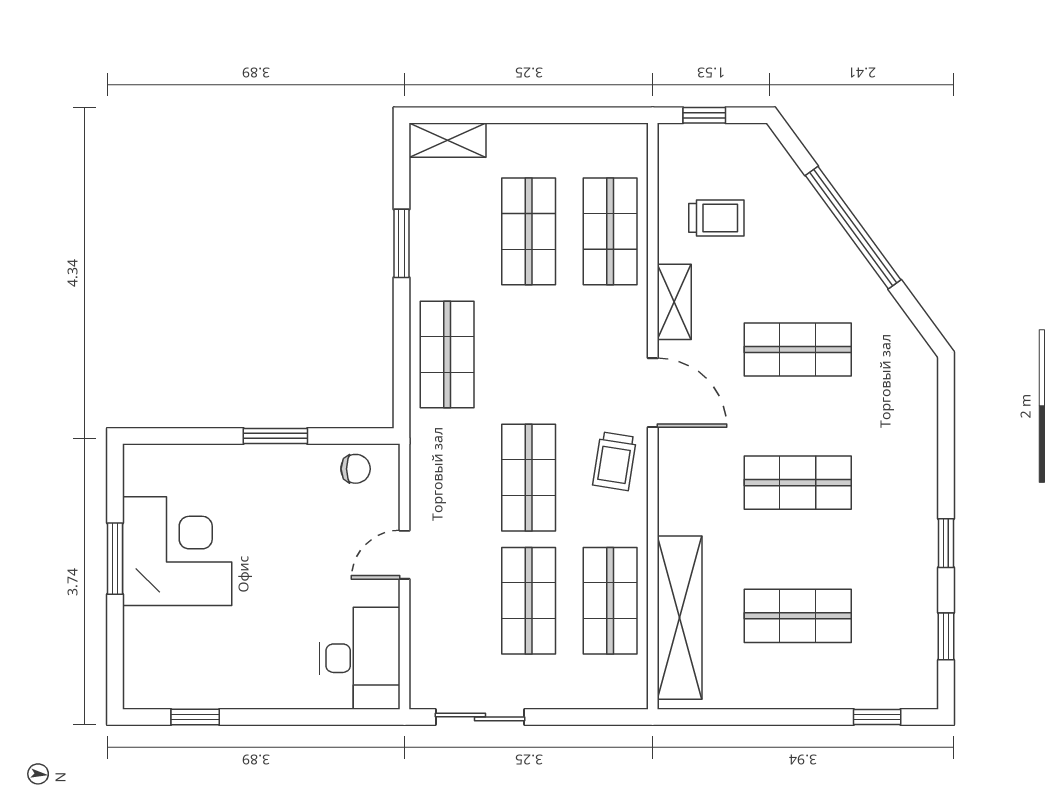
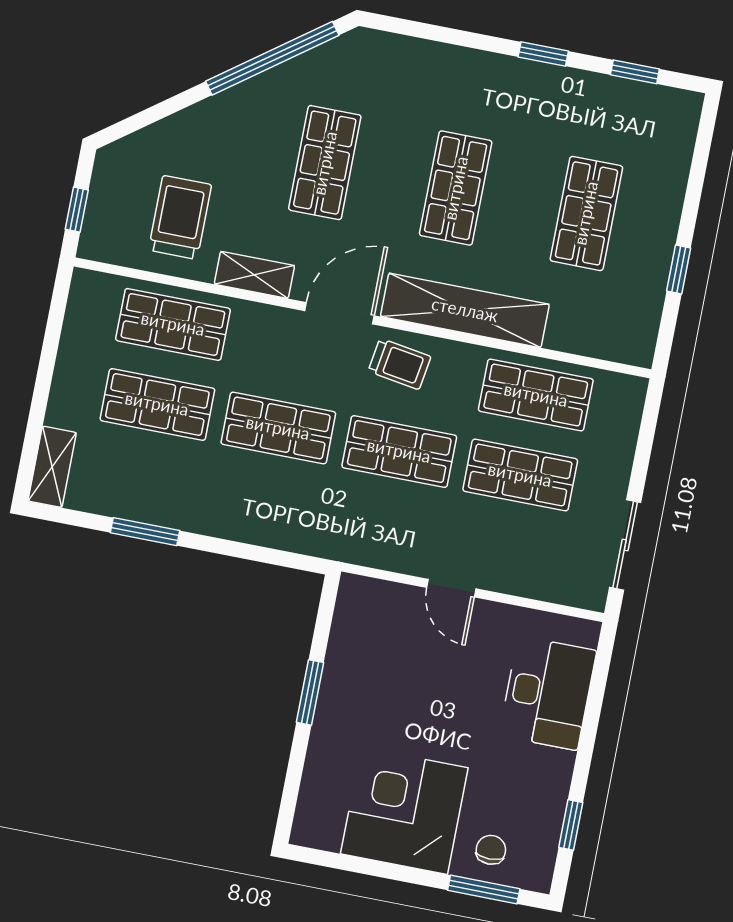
trolley: (716, 218) -> (180, 217), width x1.36, depth x1.39
window: (853, 228) -> (272, 58), moved
shop shelf: (447, 355) -> (278, 428), moved
chair: (356, 469) -> (491, 850), moved
window: (115, 559) -> (484, 890), moved
shelving: (680, 618) -> (465, 310), moved
desk: (360, 658) -> (548, 693), moved, turned 90
window: (877, 717) -> (679, 269), moved

